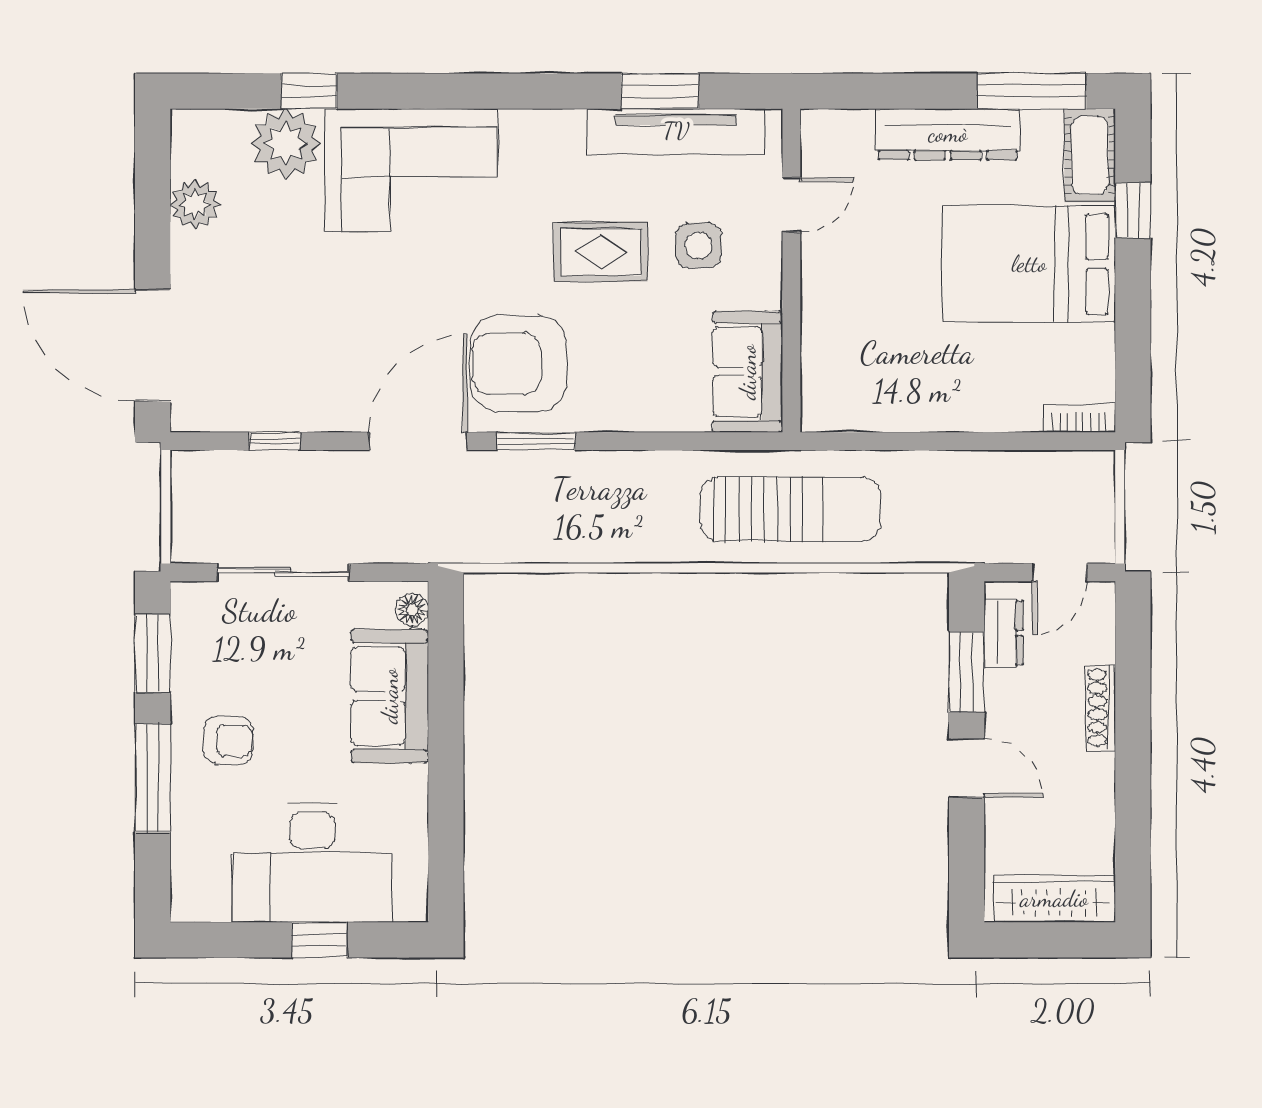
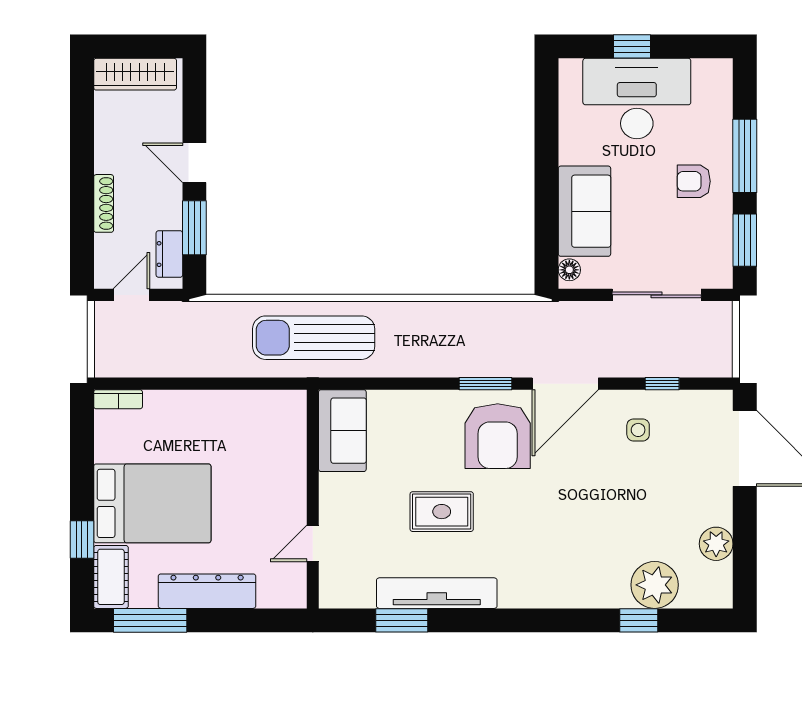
tv unit: (676, 131) -> (437, 593), moved
corner sofa: (411, 170) -> (570, 567), removed
side table: (699, 245) -> (638, 430), moved, width x0.73, depth x0.73
armchair: (518, 364) -> (498, 436), turned 90

